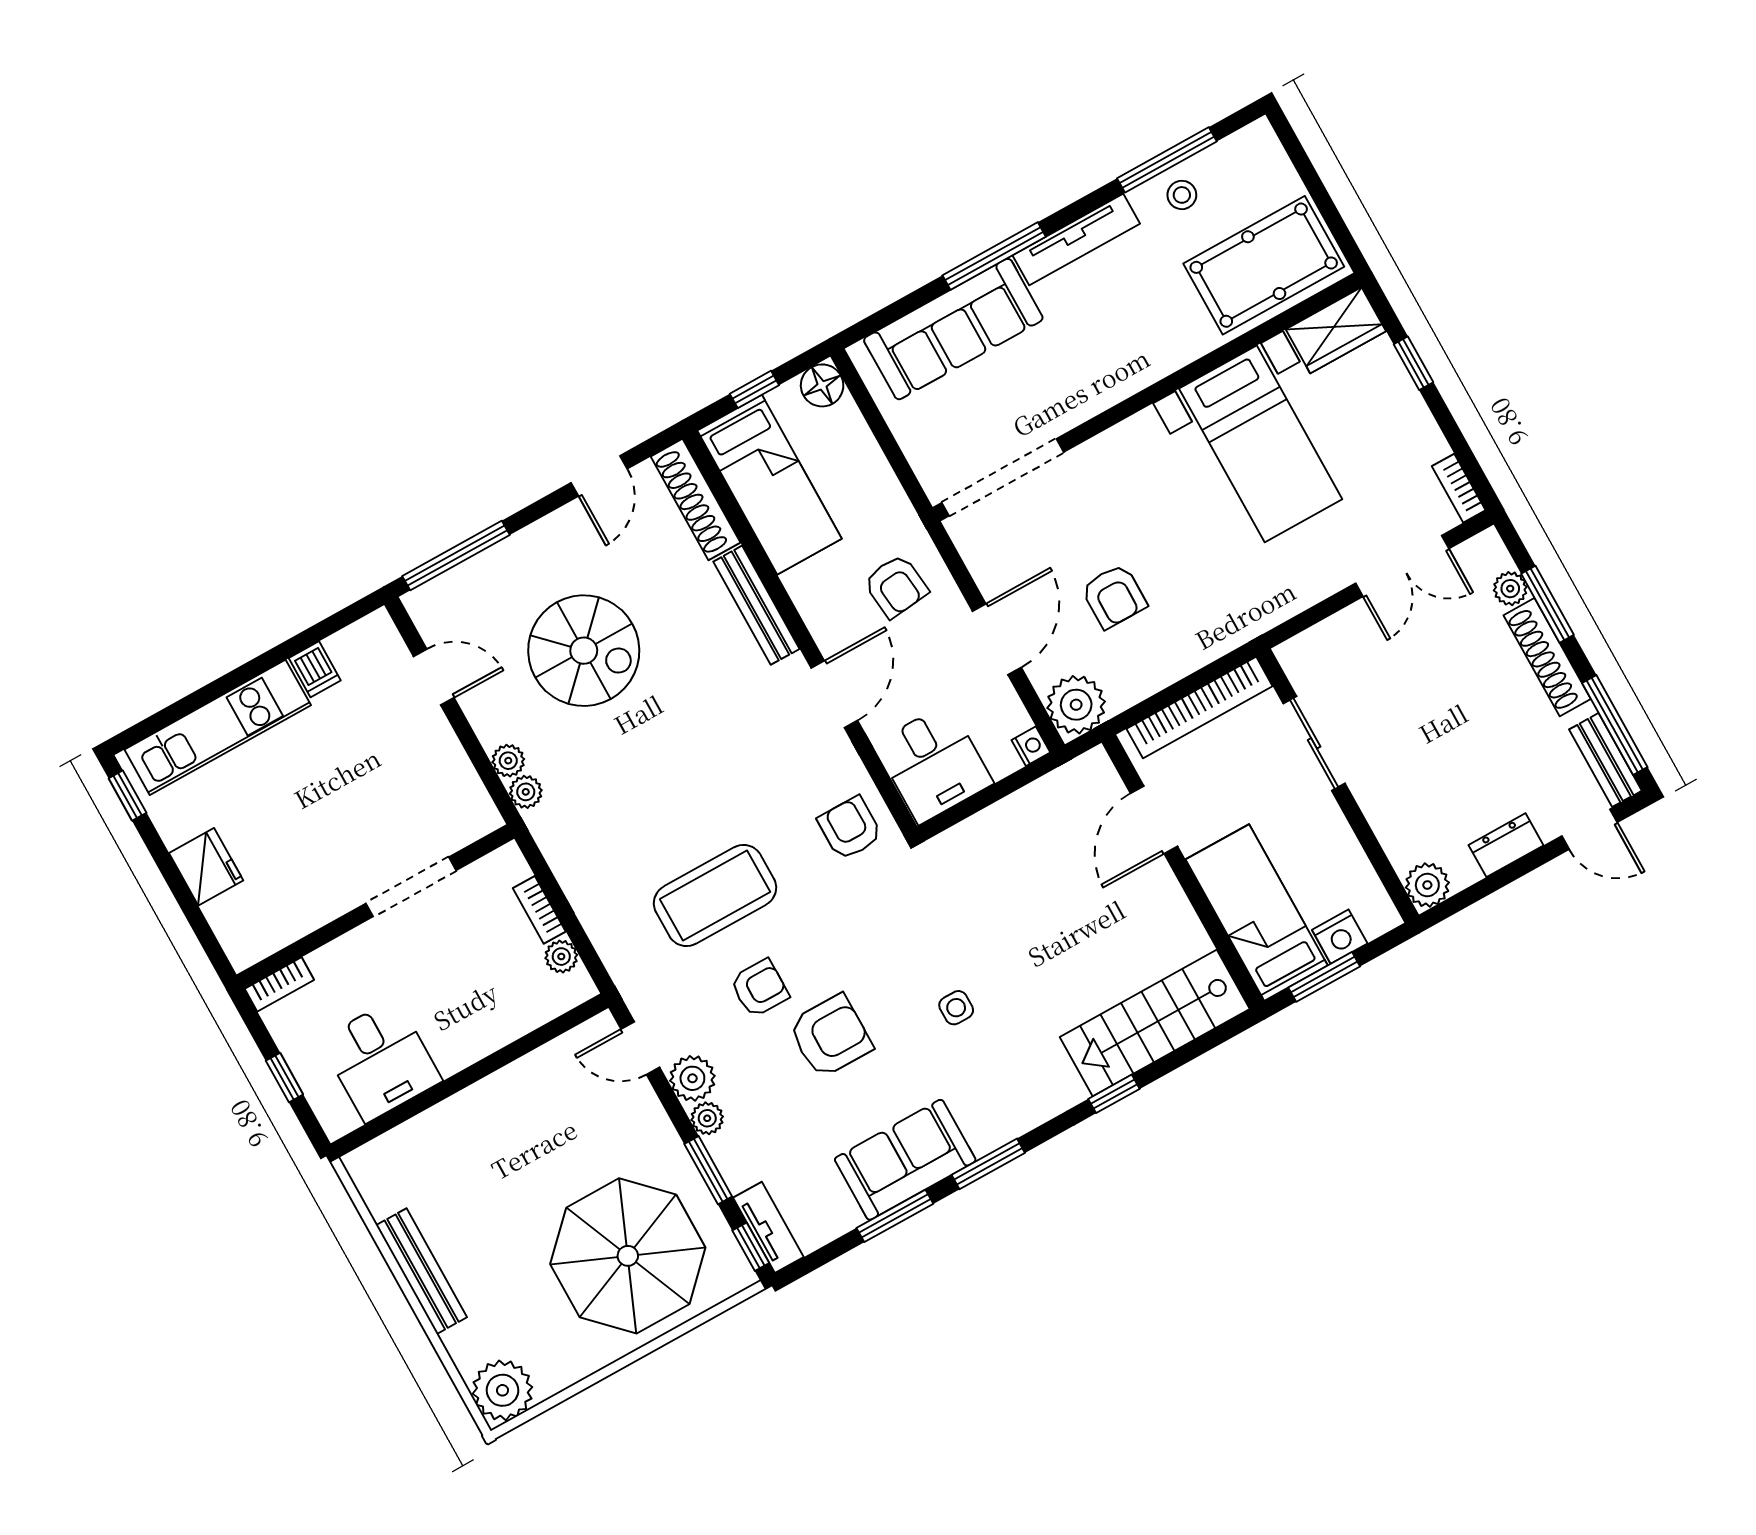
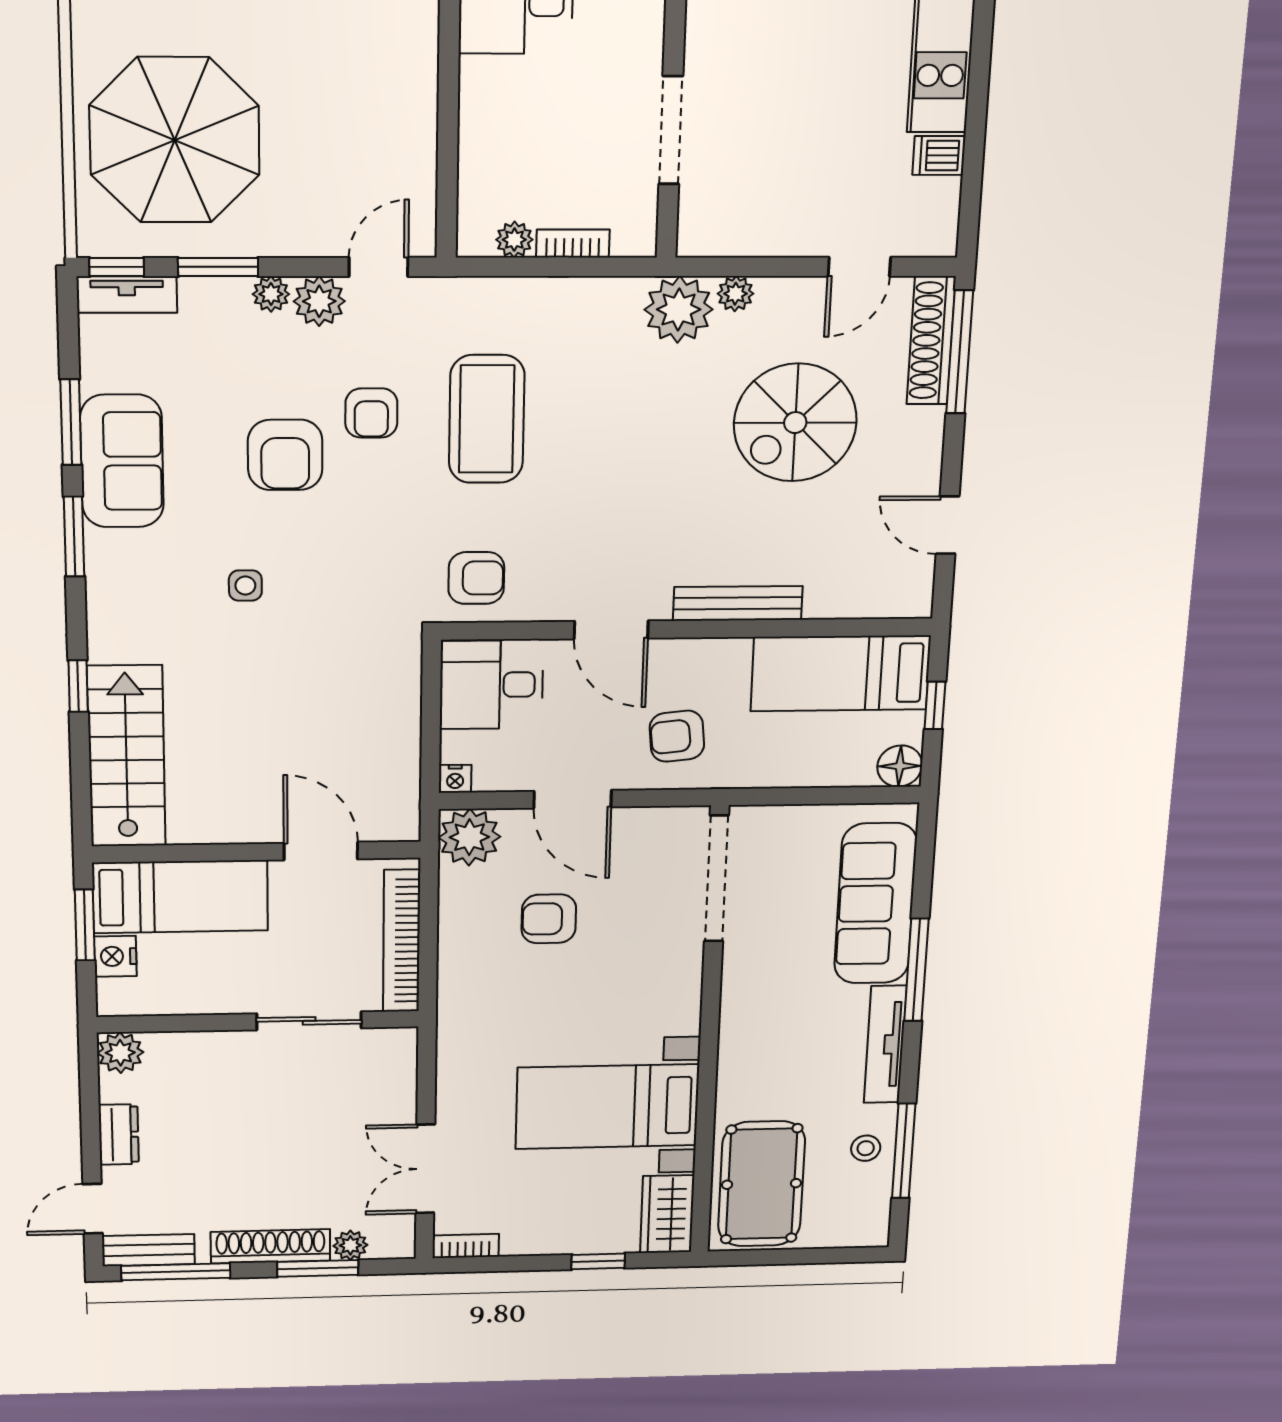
shoe rack: (696, 500) -> (931, 340), moved, turned -90
plant: (526, 792) -> (679, 309), width x1.88, depth x1.88

